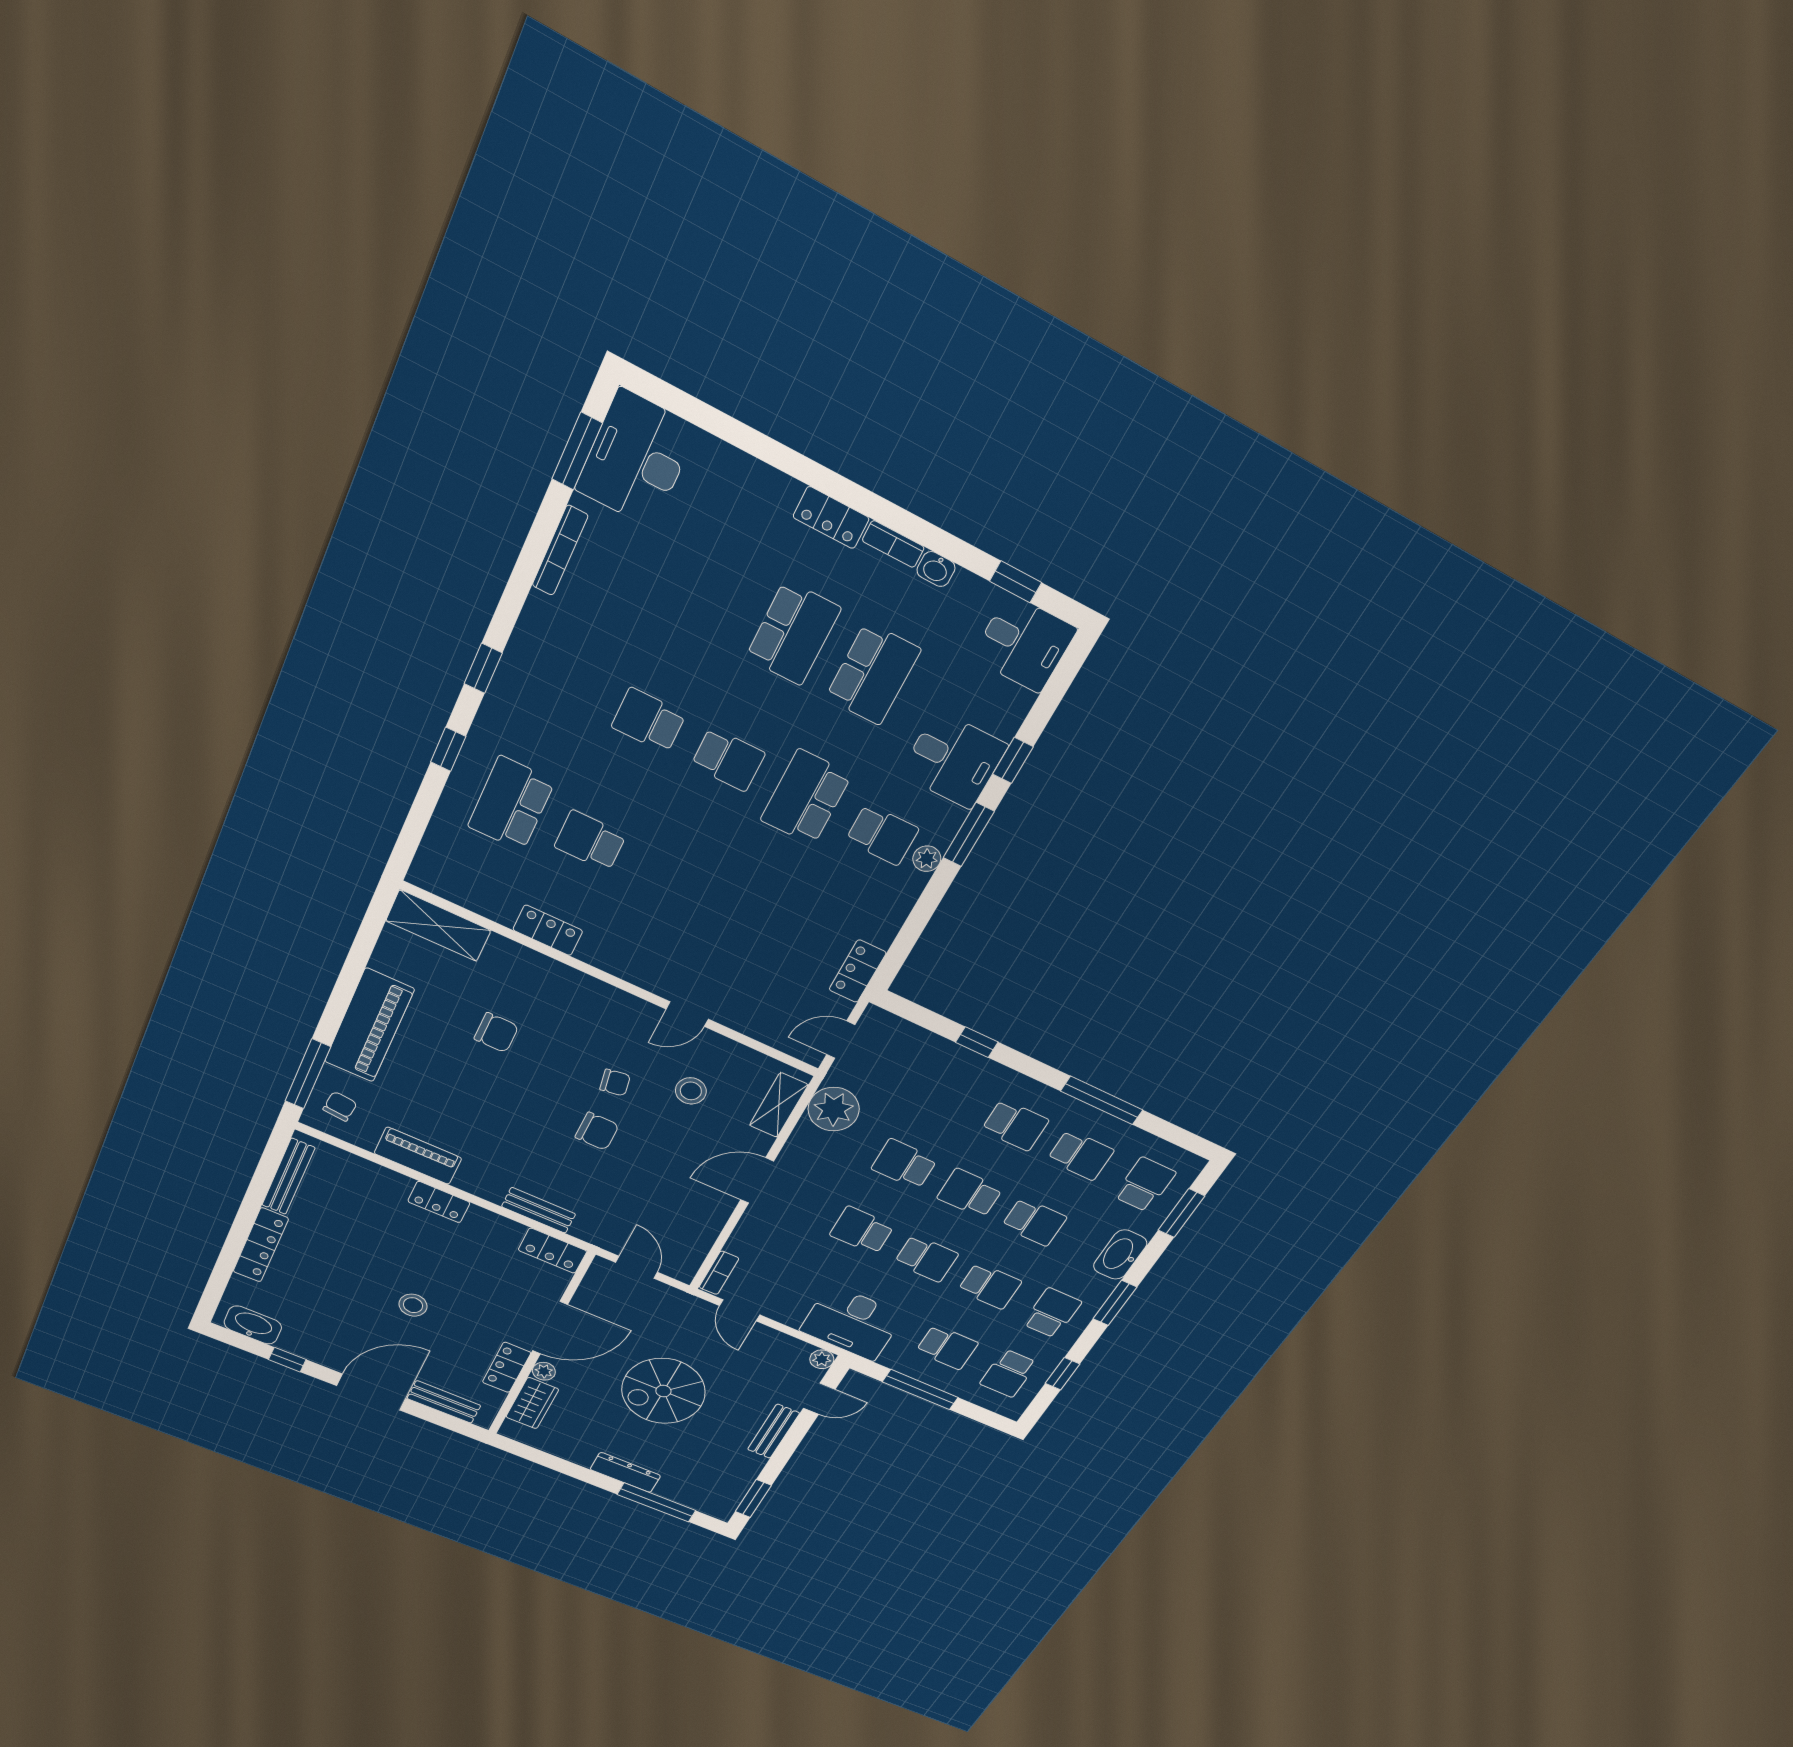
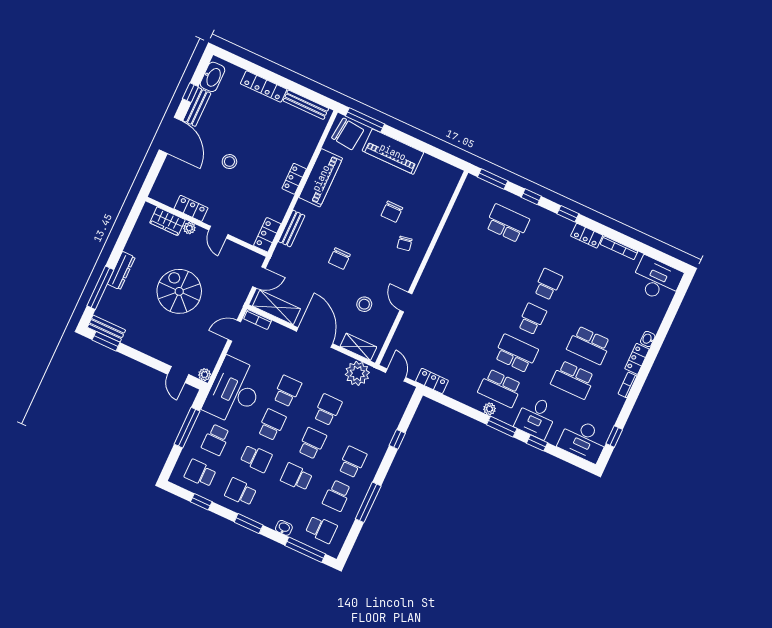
window: (577, 451) -> (493, 179), moved
washbasin: (936, 569) -> (648, 339), moved
desk: (1024, 643) -> (583, 440), width x1.37
school desk: (728, 759) -> (532, 319), turned 180
school desk: (882, 835) -> (500, 388), width x1.85
school desk: (590, 841) -> (491, 258), removed
shelving: (438, 926) -> (276, 307), moved, turned 90
locker: (548, 930) -> (587, 236), moved, turned 90
chair: (615, 1082) -> (405, 243), moved
chair: (340, 1106) -> (348, 134), width x1.87, depth x1.87
school desk: (1015, 1125) -> (352, 462), turned 180
piano: (418, 1156) -> (321, 178), width x1.37, depth x1.33
door: (757, 1181) -> (315, 337), width x1.36
window: (1181, 1213) -> (305, 550), width x1.44
school desk: (1034, 1222) -> (297, 477), turned 90
washbasin: (1120, 1255) -> (284, 528), width x0.52, depth x0.69
school desk: (926, 1258) -> (272, 425), turned 180
school desk: (990, 1286) -> (256, 458), turned -90
school desk: (1052, 1313) -> (241, 492), turned 180
desk: (852, 1323) -> (234, 391), width x1.36, depth x1.30
door: (550, 1328) -> (218, 232), width x0.53
bench: (444, 1402) -> (197, 107), moved
bench: (773, 1431) -> (106, 329), moved

